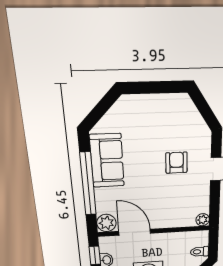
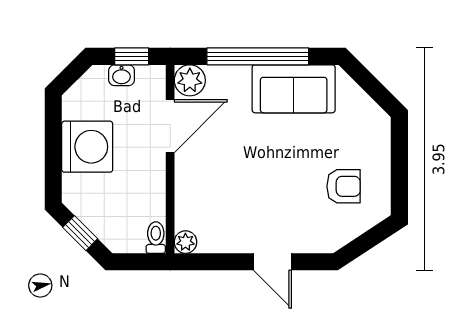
armchair: (176, 163) -> (344, 186), moved
toilet: (199, 252) -> (156, 238), moved

